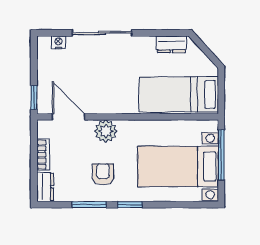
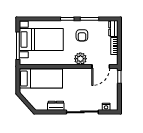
dresser: (171, 44) -> (56, 106), moved
door: (68, 117) -> (101, 66), hinge flipped

